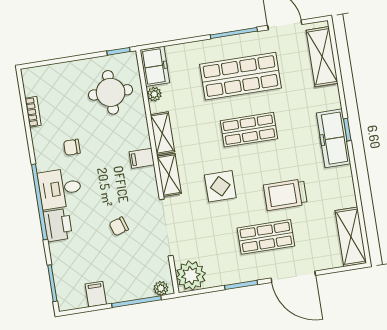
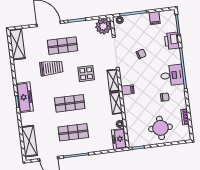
shop shelf: (240, 76) -> (73, 132), width x0.70, depth x0.74
round table: (111, 92) -> (160, 128), moved
printer: (58, 225) -> (172, 41), moved

